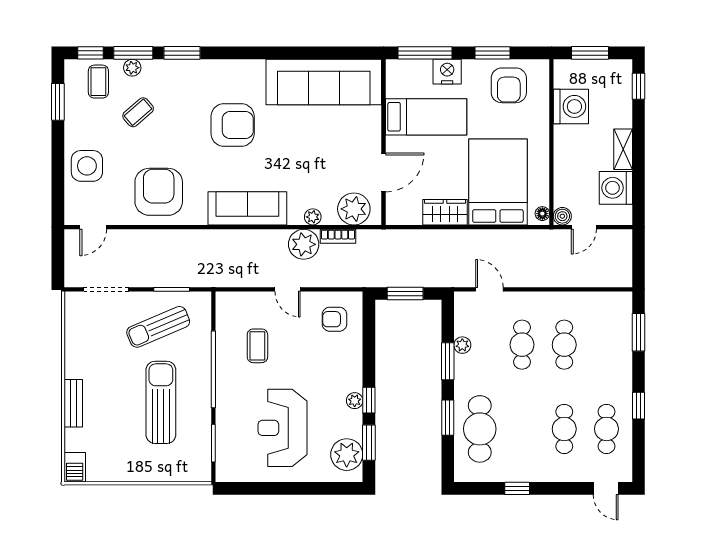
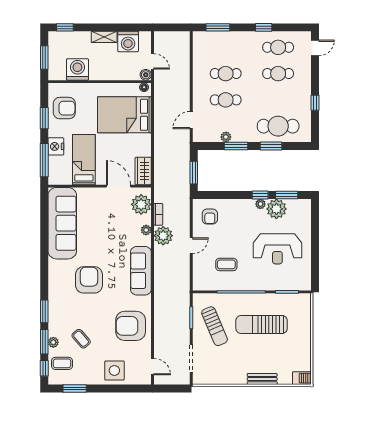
wardrobe: (445, 212) -> (143, 171), moved
plant: (347, 455) -> (276, 209), moved

